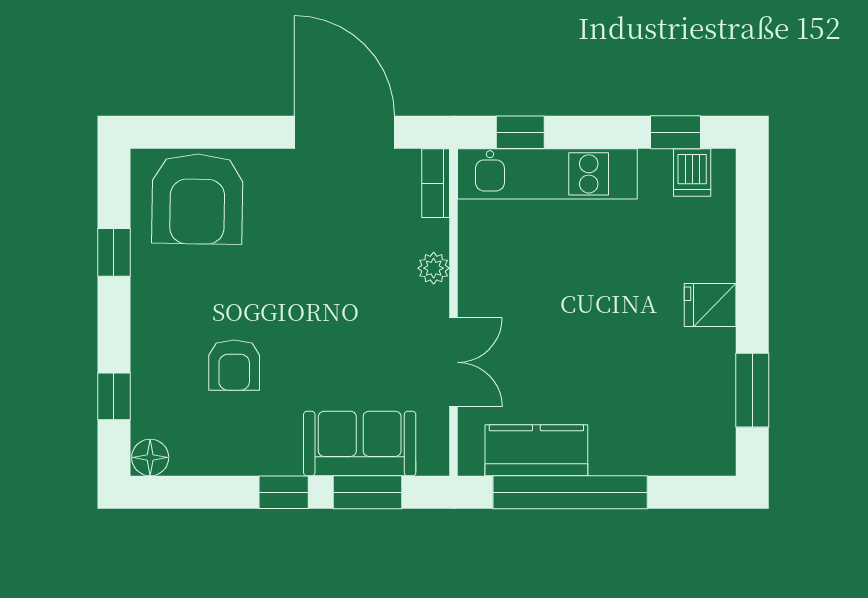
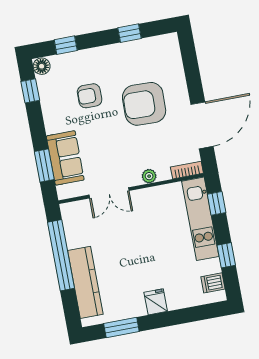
window: (676, 132) -> (226, 255), moved
armchair: (197, 199) -> (144, 104), moved
kitchen counter: (536, 450) -> (85, 282), moved, width x1.50
window: (284, 492) -> (30, 91), moved

